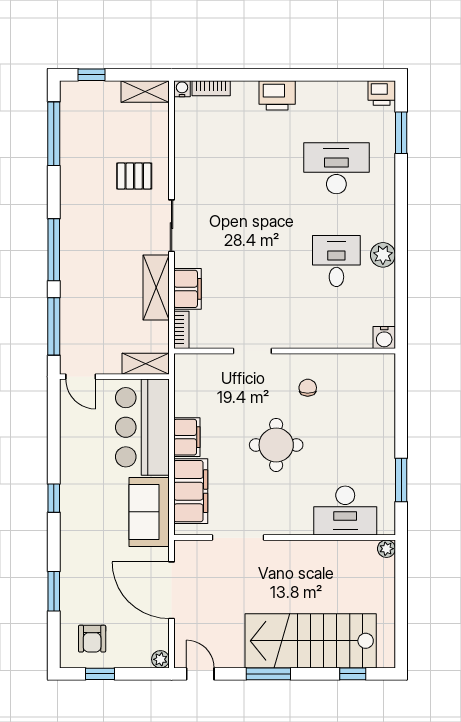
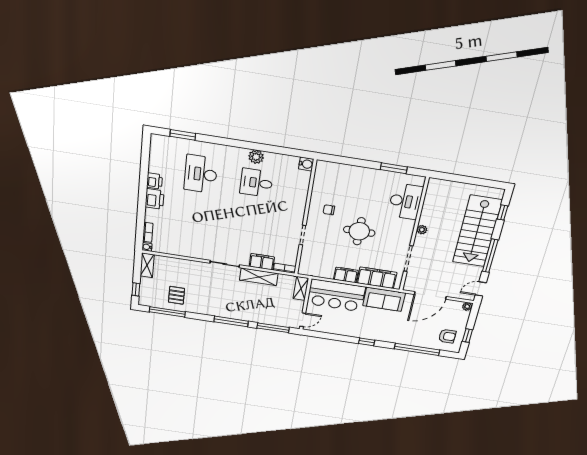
printer: (382, 93) -> (155, 181), moved
pallet: (134, 176) -> (176, 295), moved
plant: (386, 549) -> (422, 230), moved
window: (54, 591) -> (417, 349), width x2.11
window: (268, 674) -> (490, 256), width x1.44

